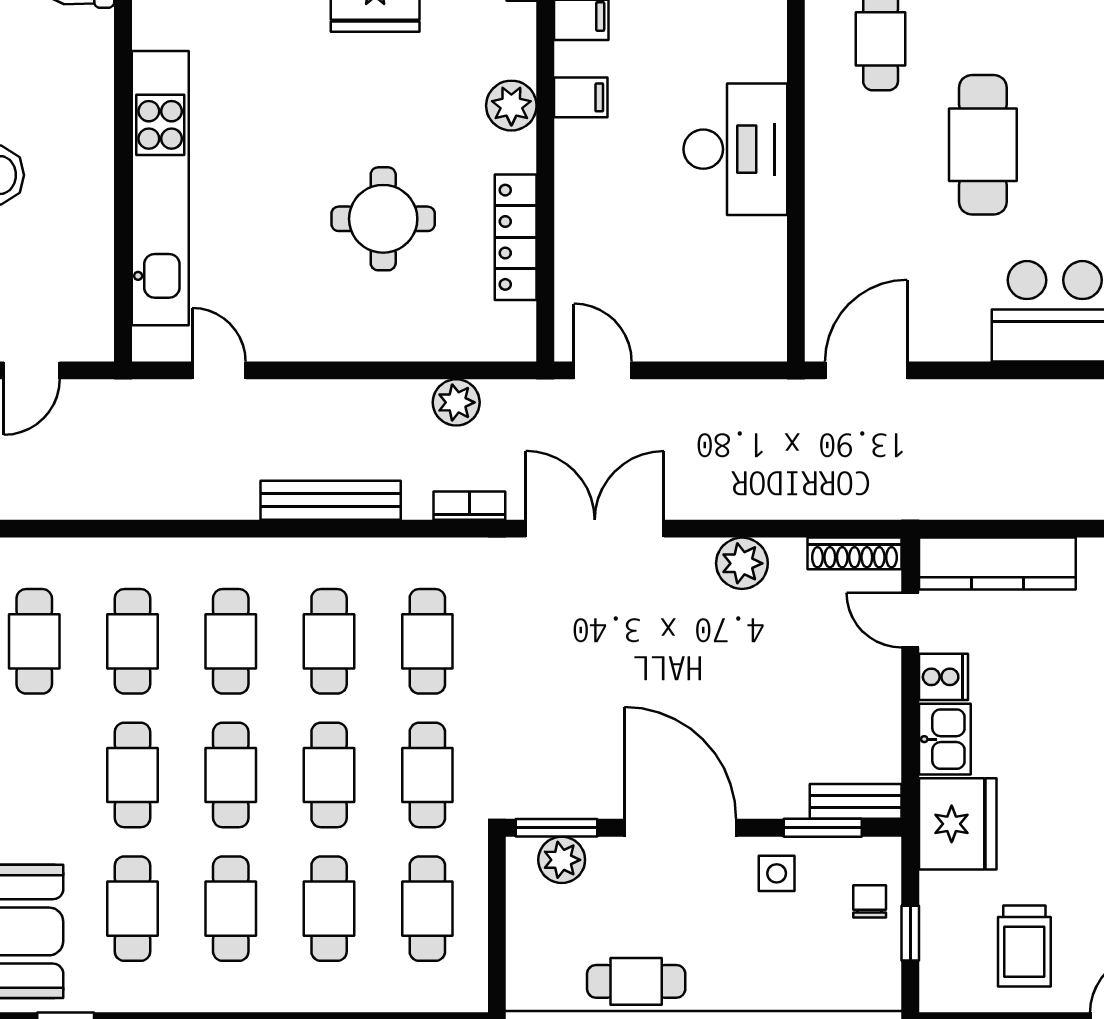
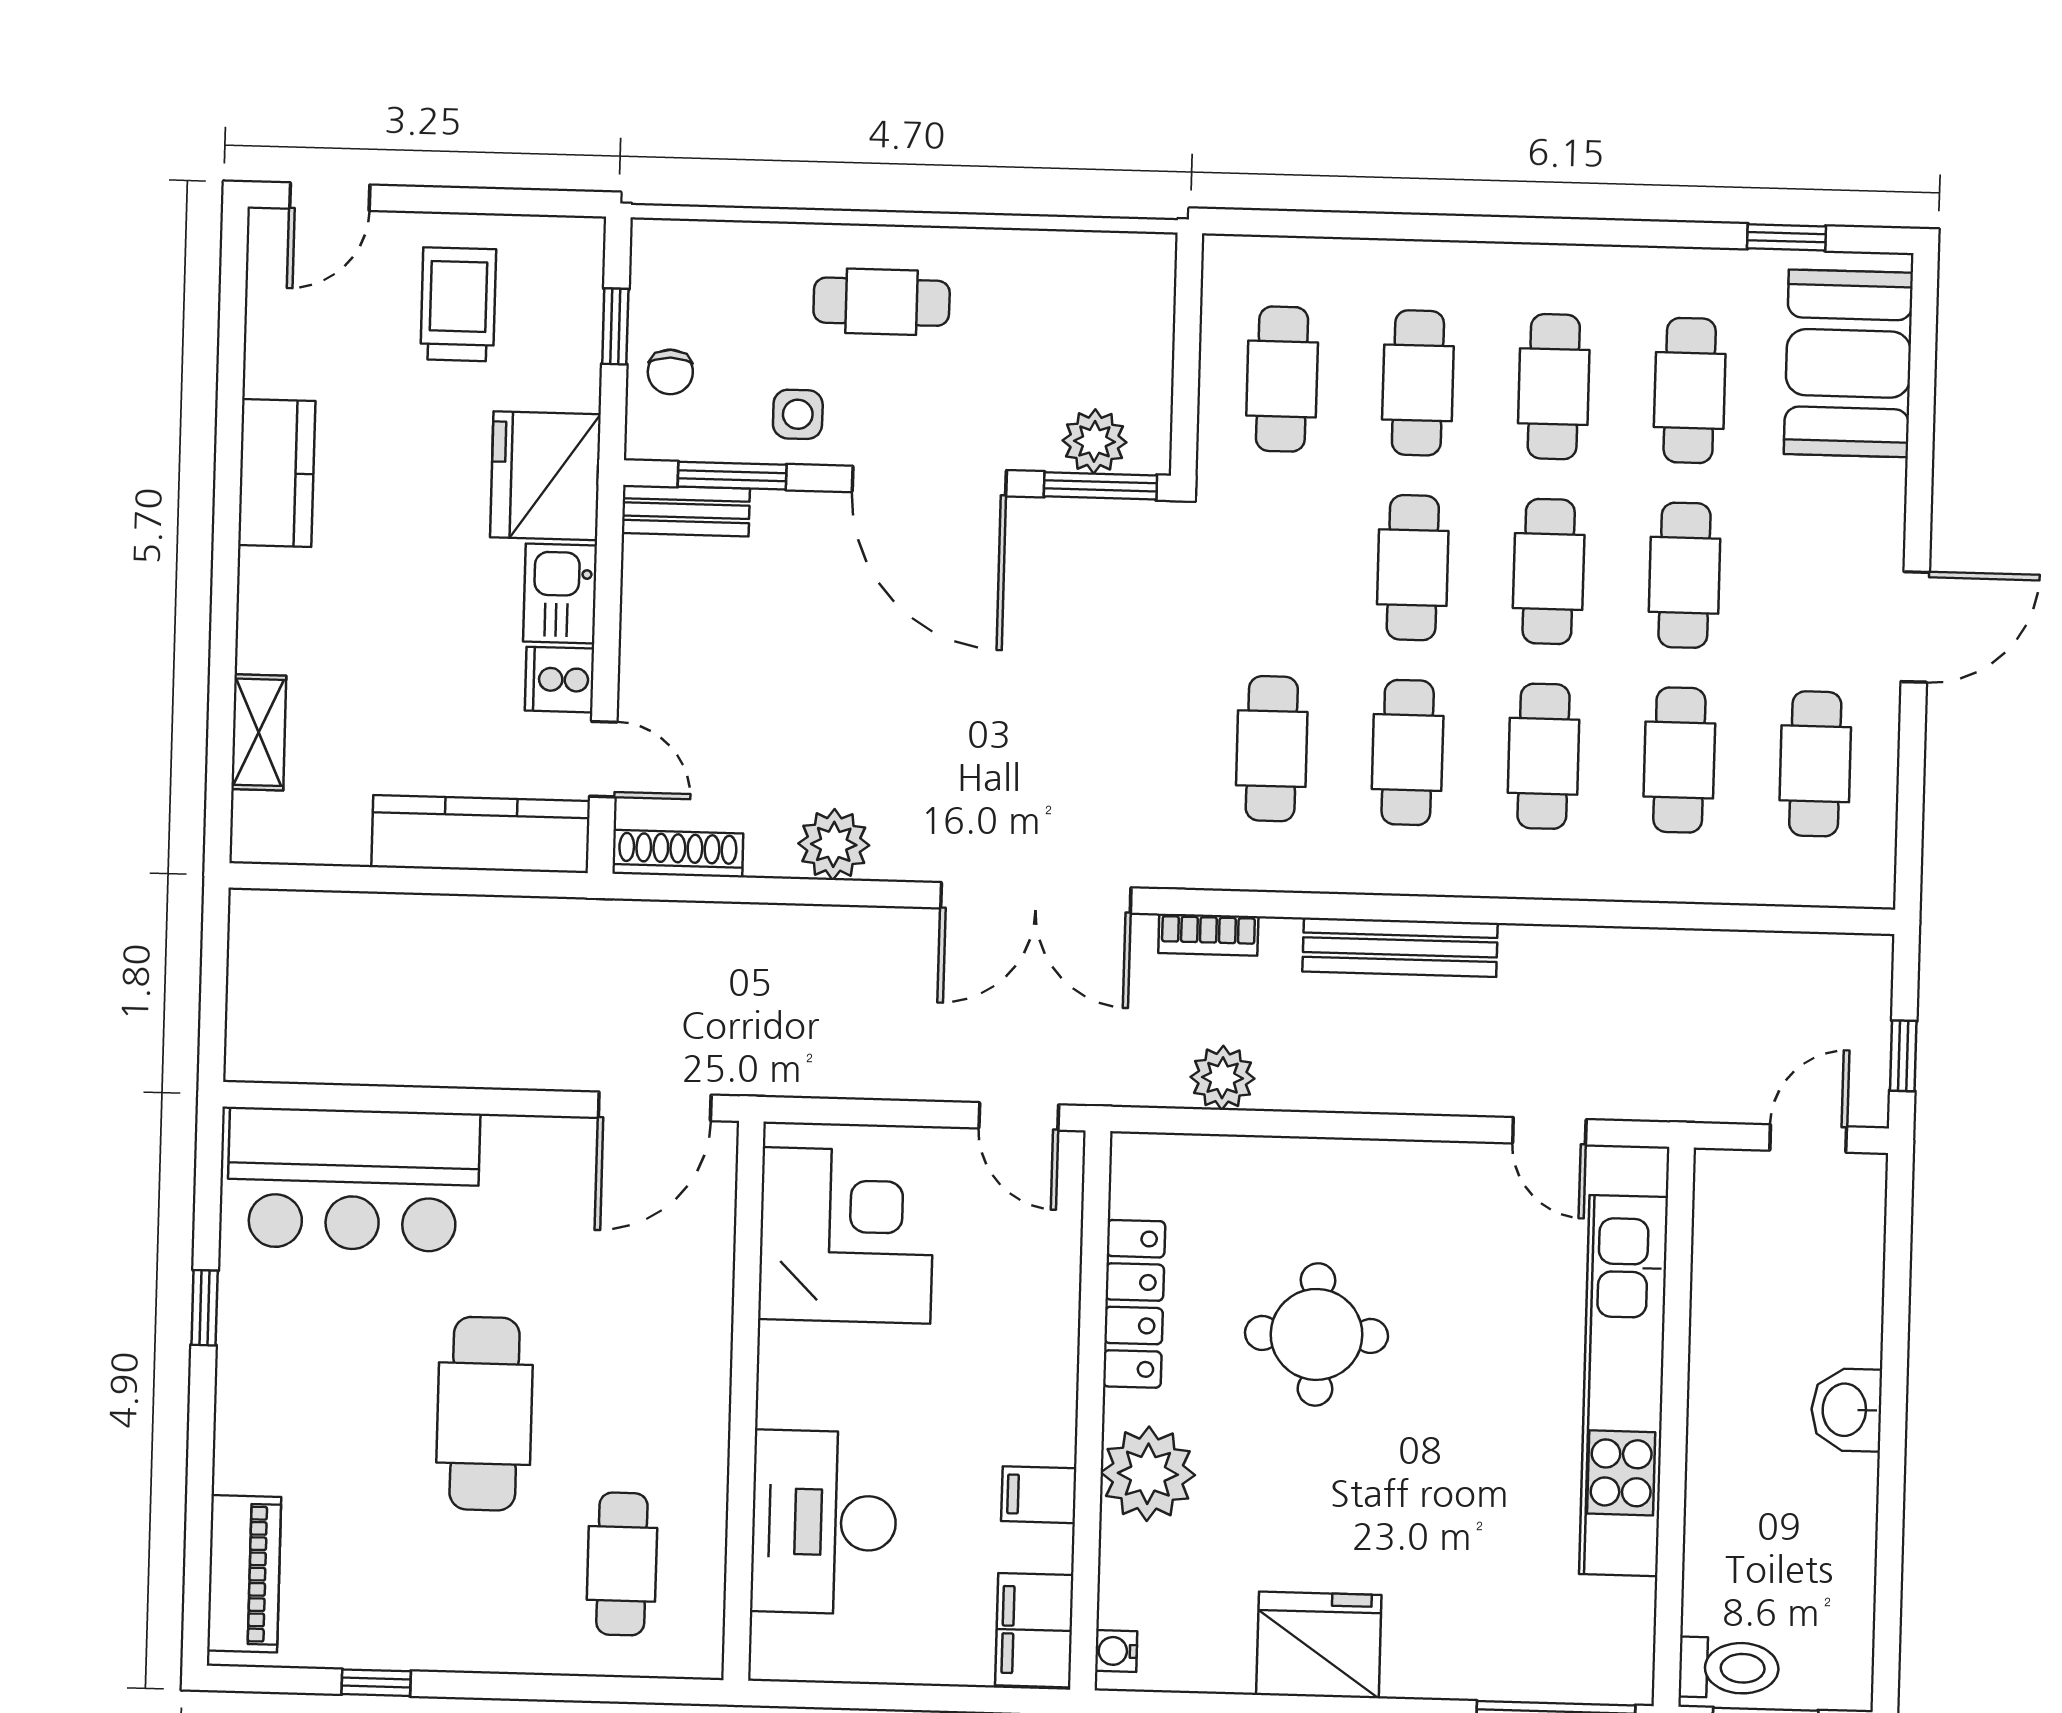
plant: (511, 106) -> (1148, 1474), width x1.36, depth x1.36
desk: (735, 149) -> (824, 1522), moved
corner desk: (725, 281) -> (847, 1235), added
cafe table: (427, 775) -> (1277, 564), removed
cafe table: (636, 981) -> (882, 302), moved

